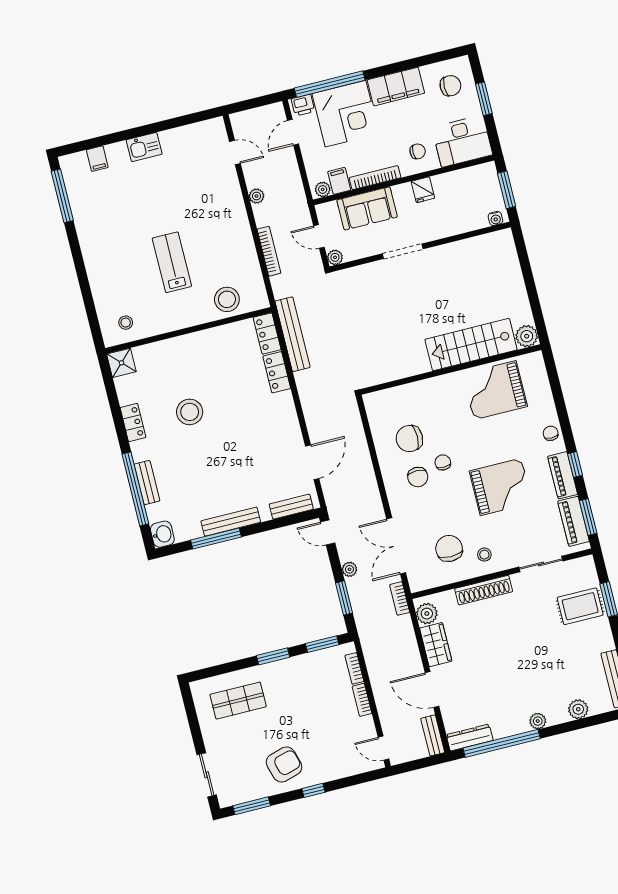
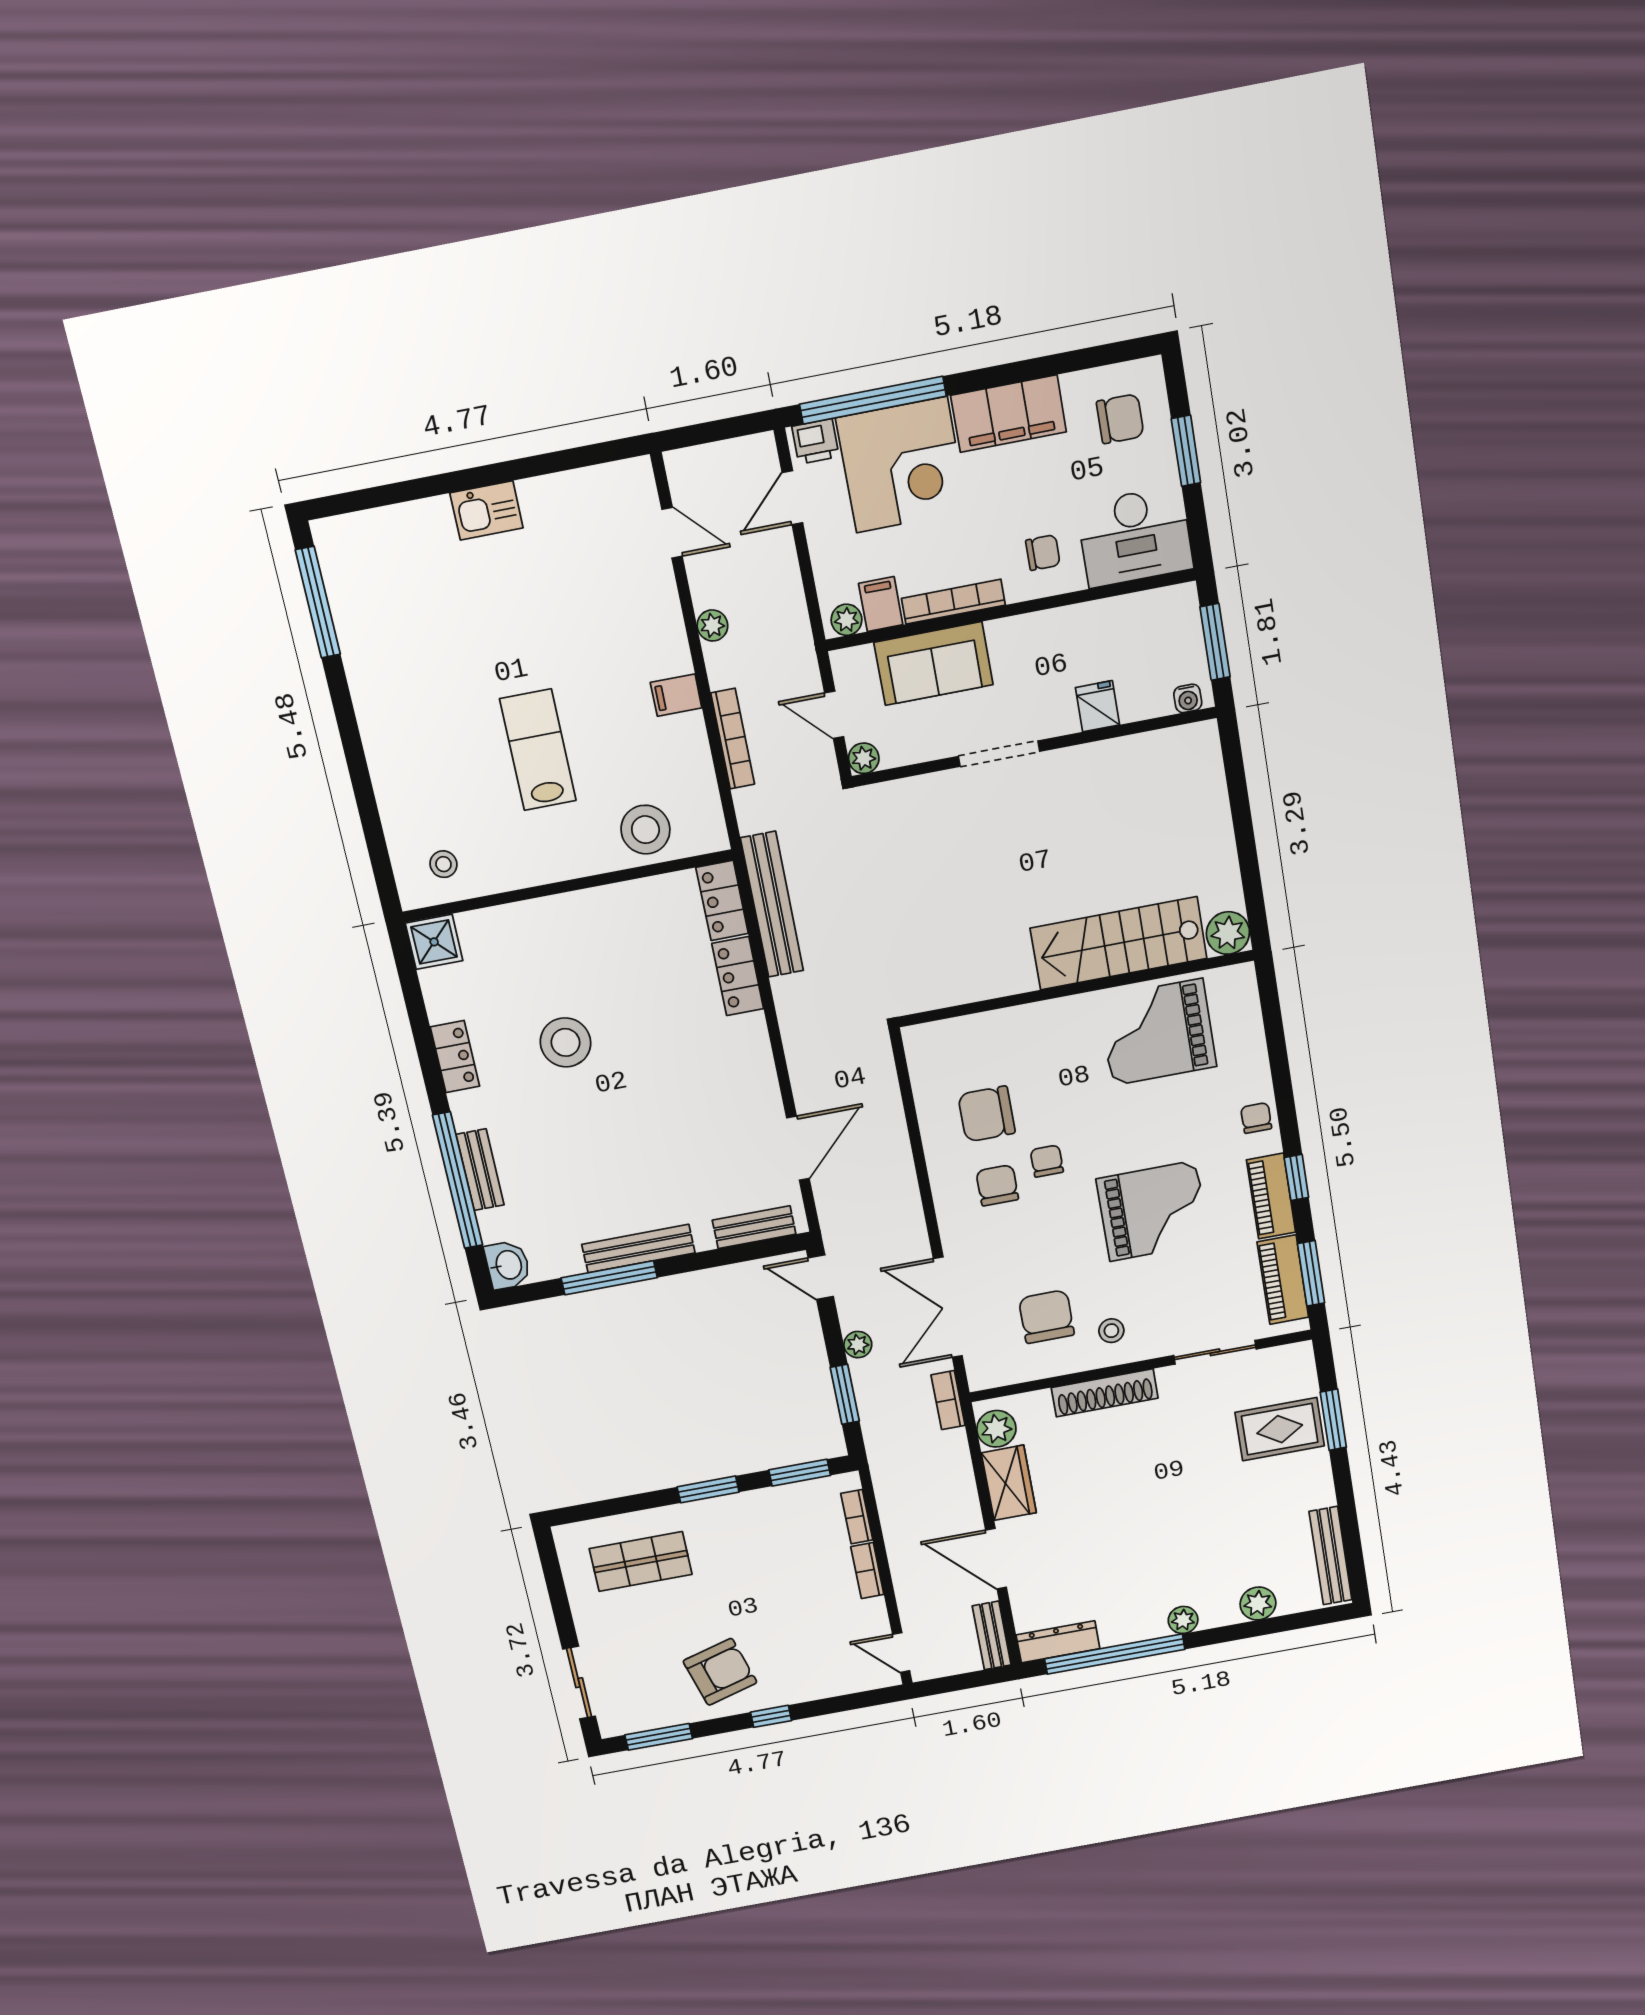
filing cabinet: (97, 159) -> (676, 695), moved, turned 90
fridge: (423, 190) -> (1097, 706), moved, turned 180
chair: (418, 477) -> (997, 1185), turned 180

